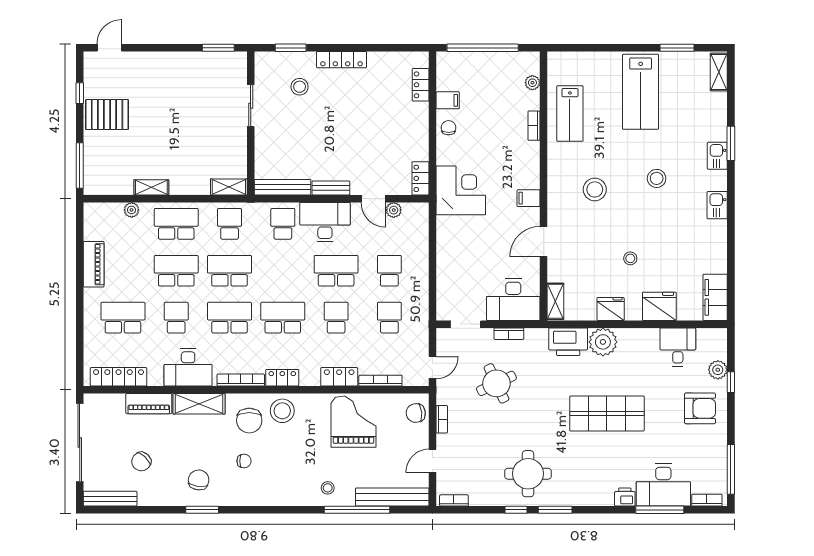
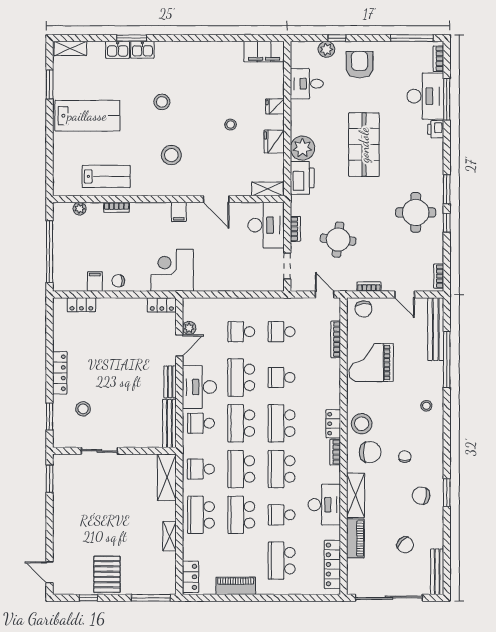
shelving: (229, 187) -> (167, 477), width x1.50, depth x1.33
kitchen sink: (717, 205) -> (118, 50), moved
plant: (132, 210) -> (189, 553), removed
school desk: (283, 271) -> (241, 423), added
fridge: (659, 306) -> (275, 106), width x0.53, depth x0.75
locker: (339, 377) -> (190, 577), moved, turned 180
bookcase: (241, 380) -> (335, 452), width x0.64
round table: (496, 383) -> (338, 240), turned 31
stool: (328, 488) -> (426, 406), moved

